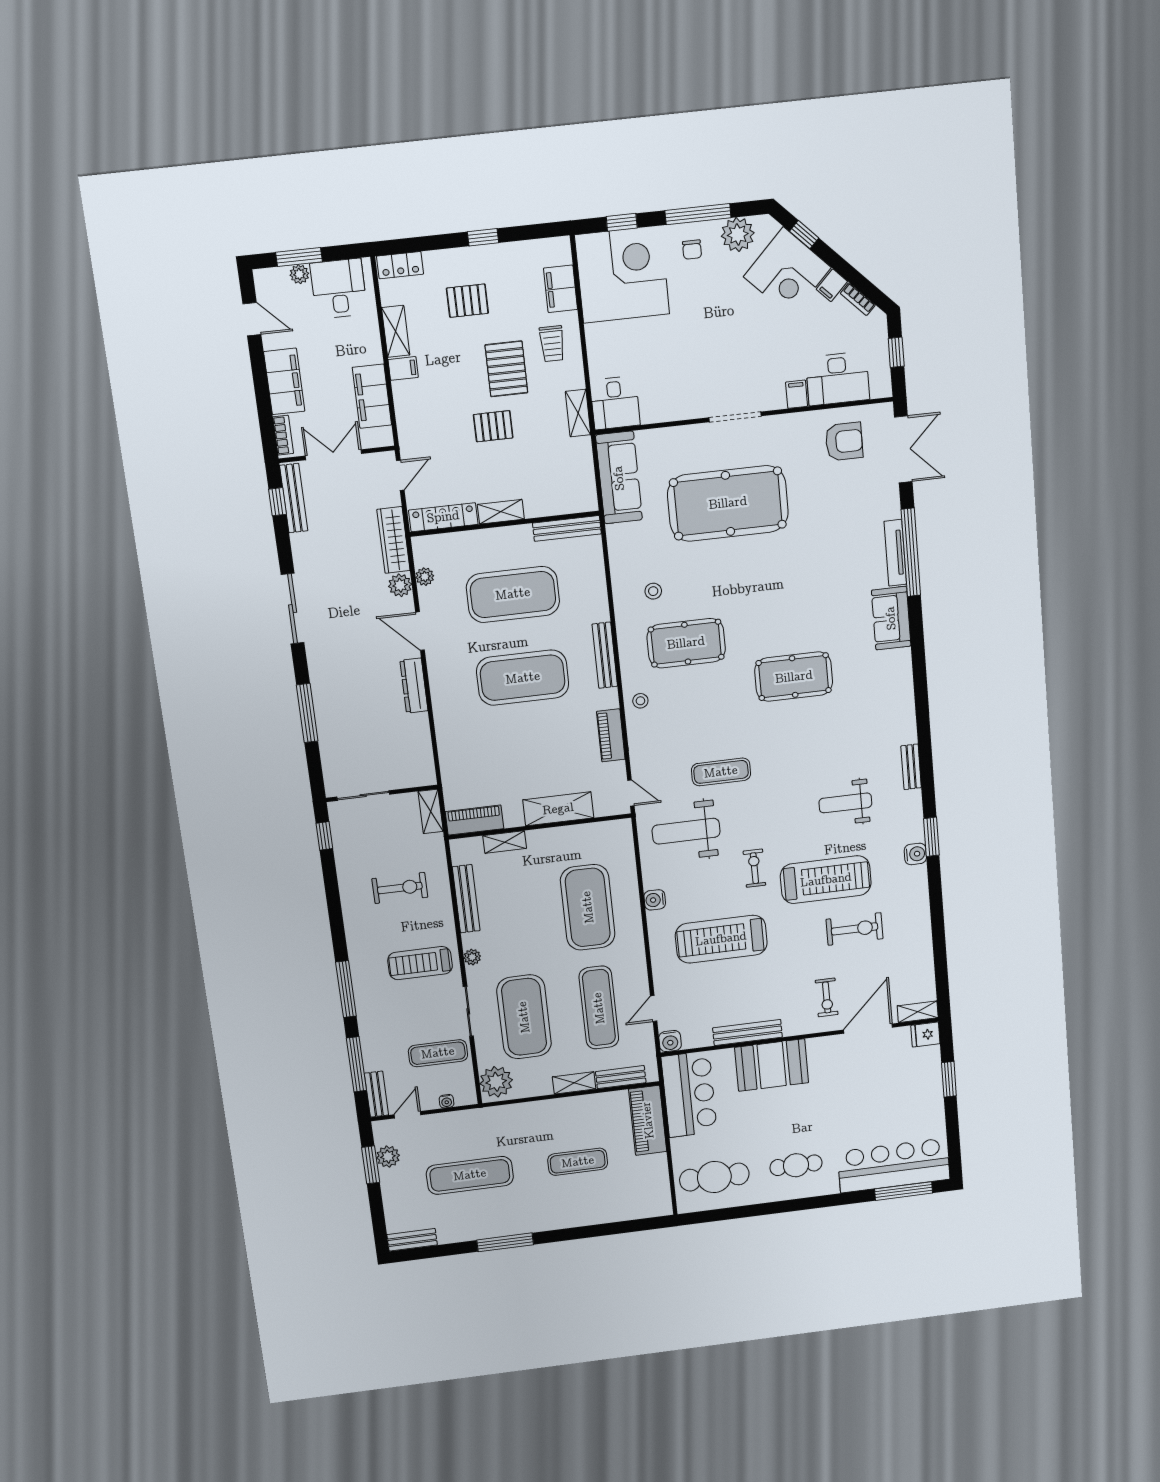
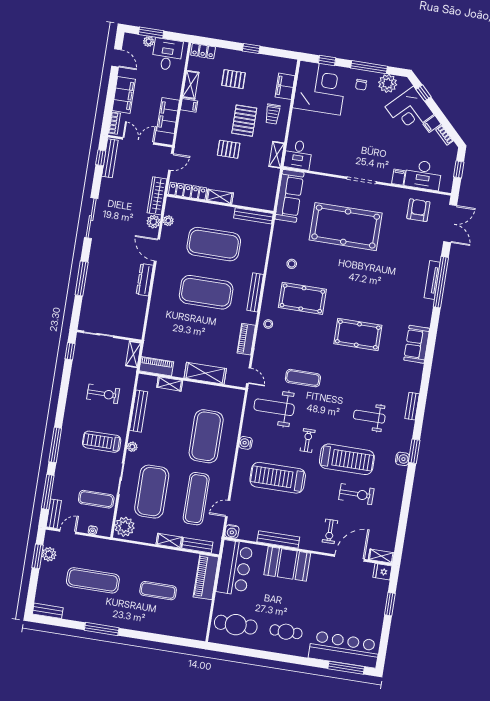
armchair: (844, 442) -> (418, 210), turned -90
sofa: (891, 618) -> (417, 344), moved

